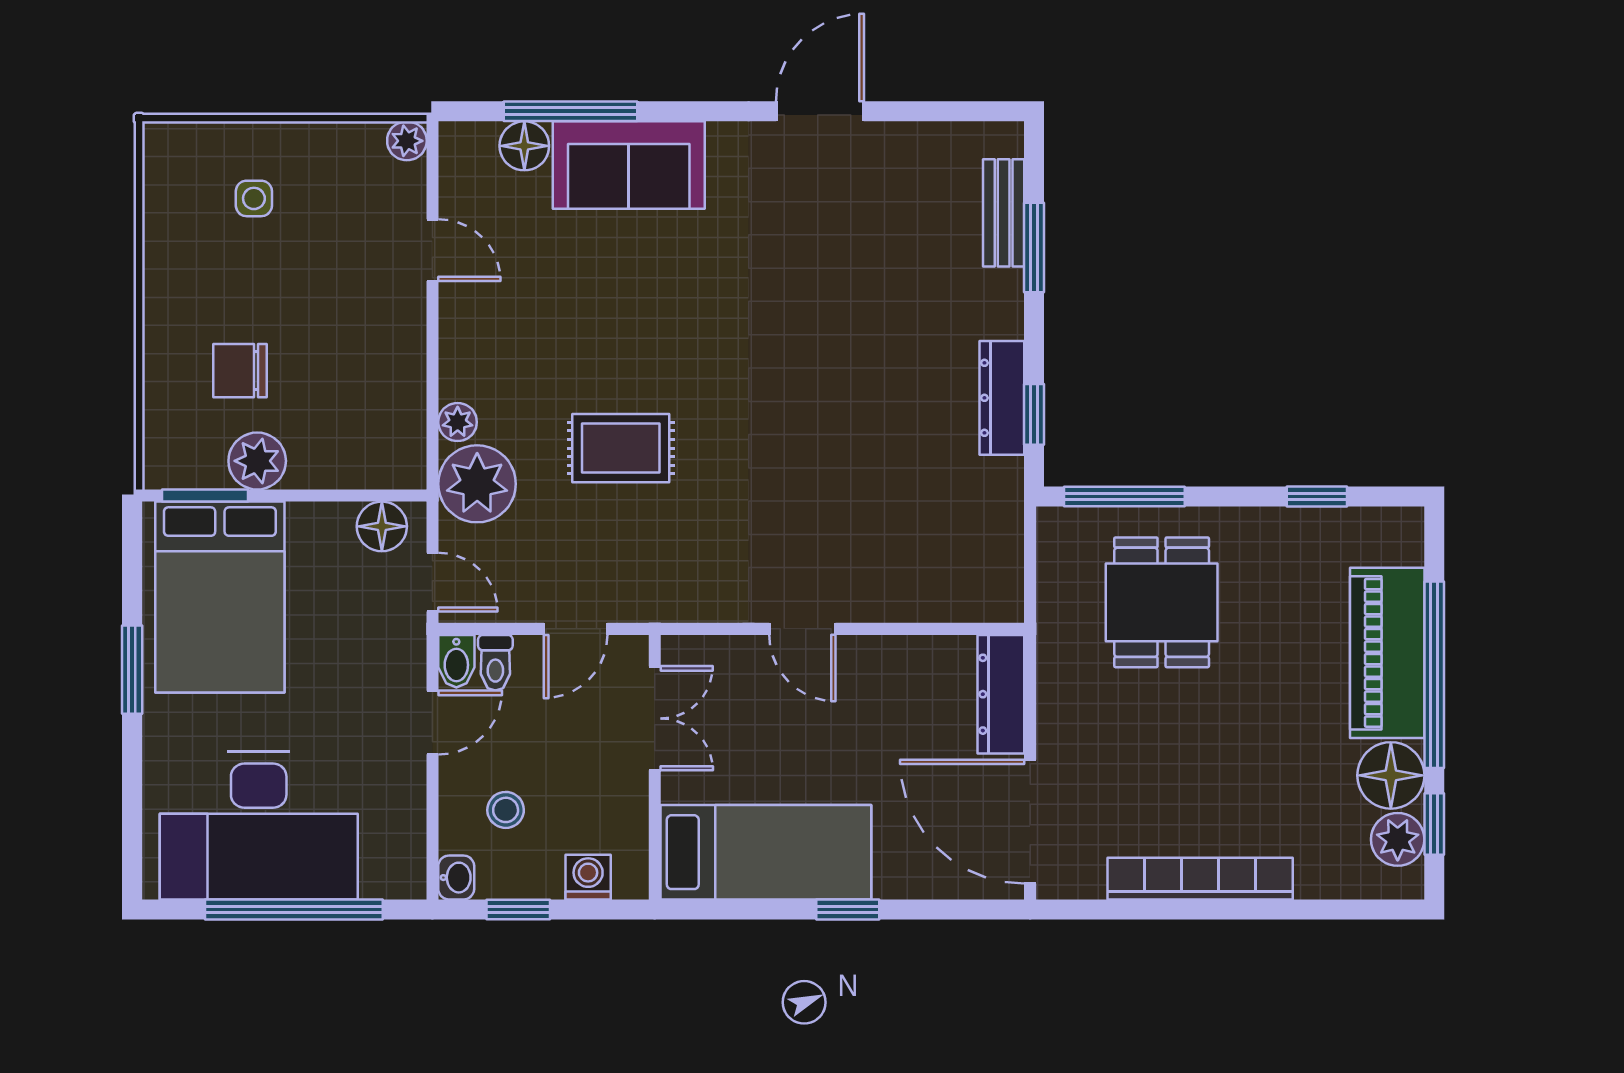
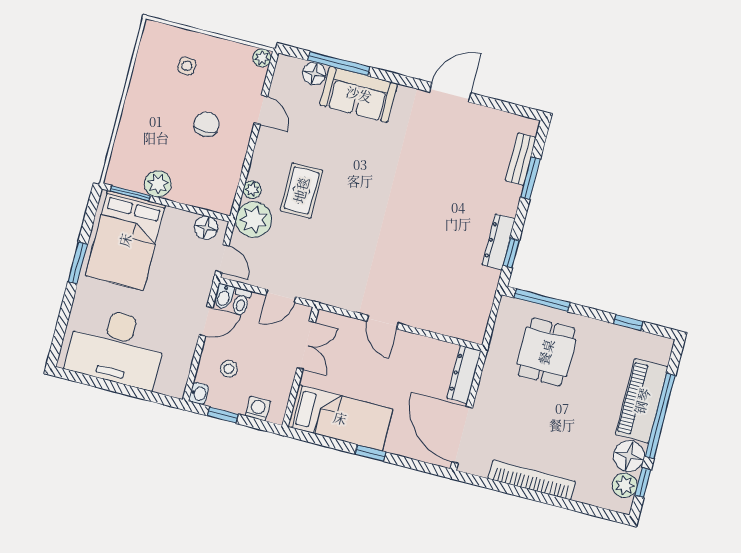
chair: (240, 371) -> (207, 124), moved, turned 90
rug: (621, 448) -> (301, 190), moved, turned 90
window: (294, 909) -> (122, 389), removed

